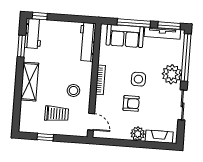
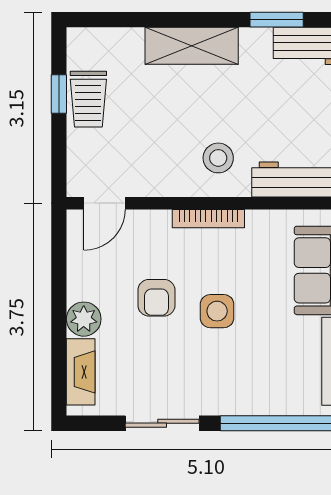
plant: (172, 74) -> (235, 391), removed
stool: (73, 90) -> (218, 158), moved
trolley: (57, 114) -> (88, 99), moved

